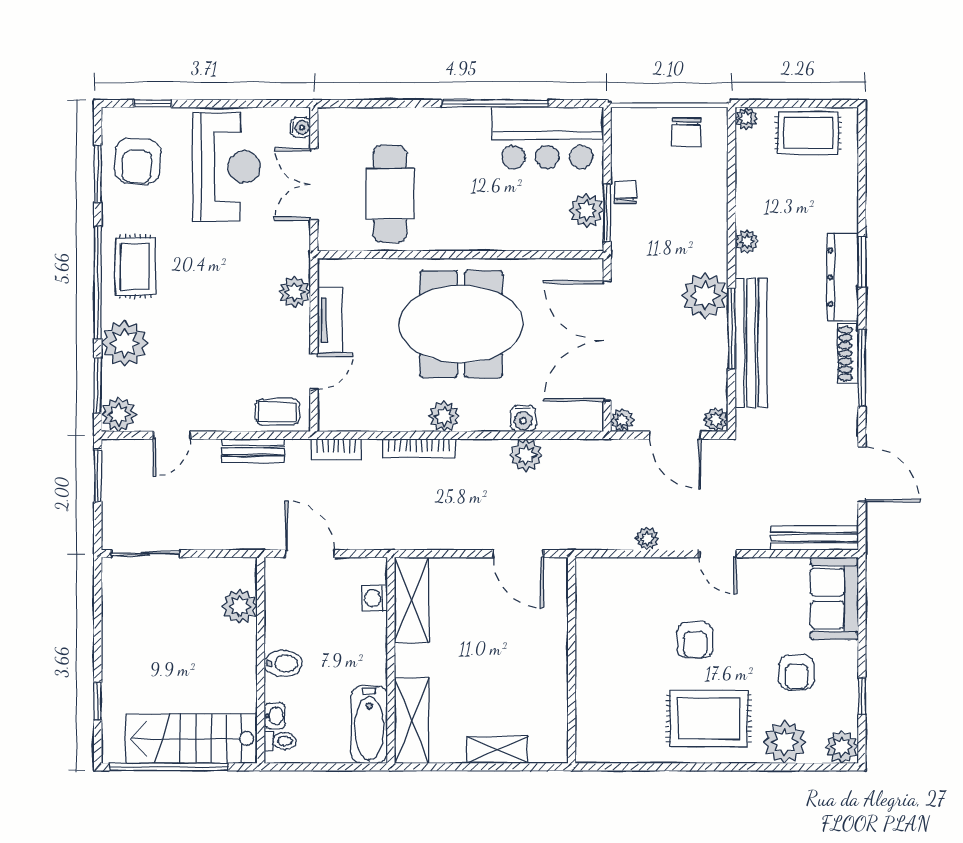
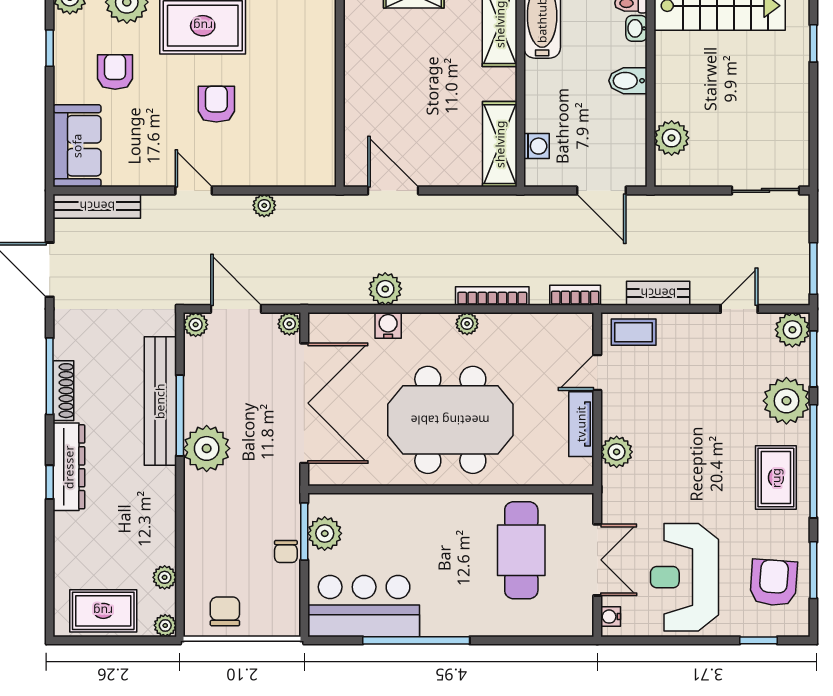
plant: (747, 242) -> (165, 577), moved
window: (862, 262) -> (50, 482), width x0.67
plant: (444, 416) -> (467, 324), width x0.73, depth x0.73

